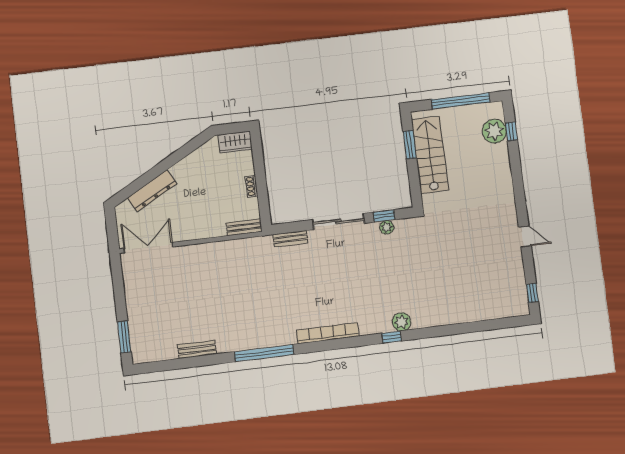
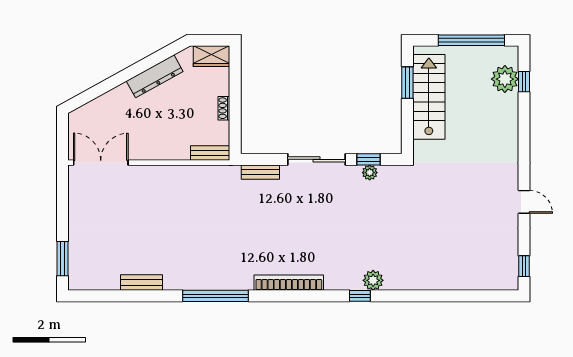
dresser: (152, 191) -> (155, 76), moved

